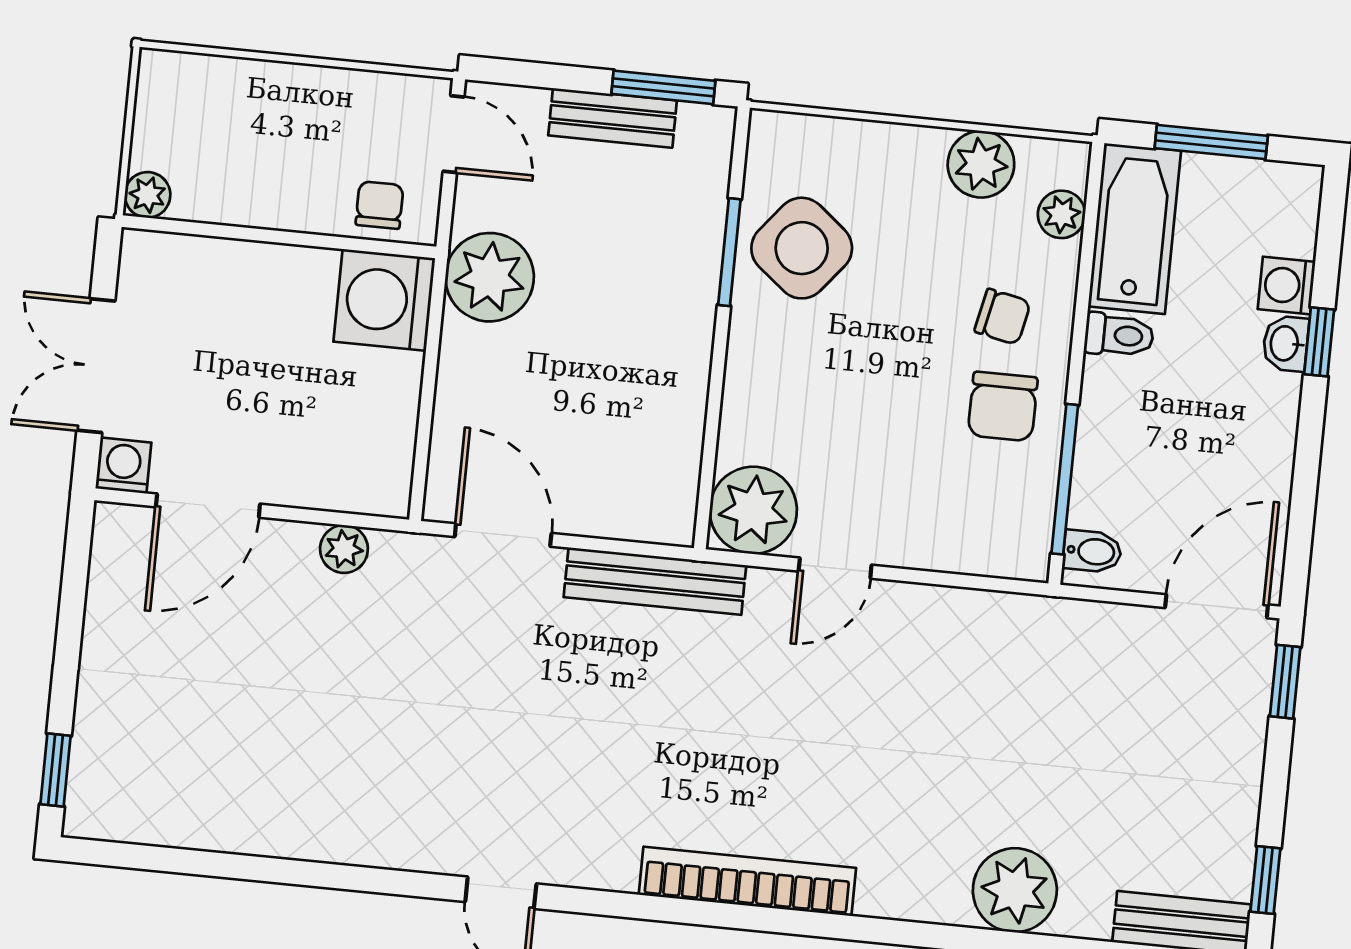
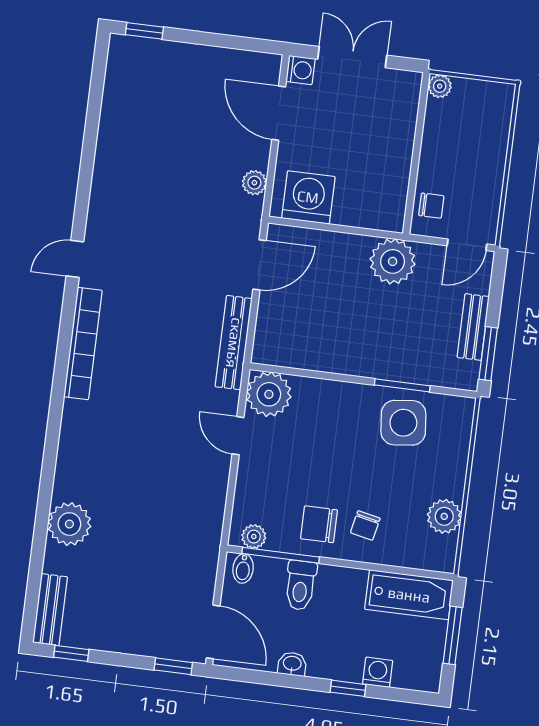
plant: (1062, 214) -> (254, 537), moved
side table: (802, 248) -> (403, 423), turned 45
washing machine: (384, 300) -> (308, 197), moved
toilet: (1119, 335) -> (300, 585), moved, width x1.37, depth x1.39
washbasin: (1286, 343) -> (292, 664), moved
bookcase: (747, 881) -> (83, 343), moved

